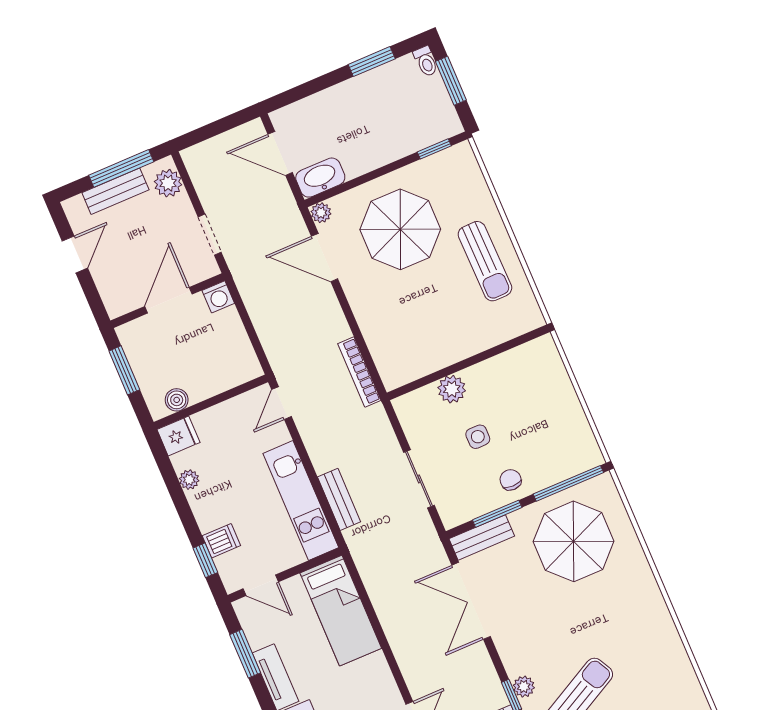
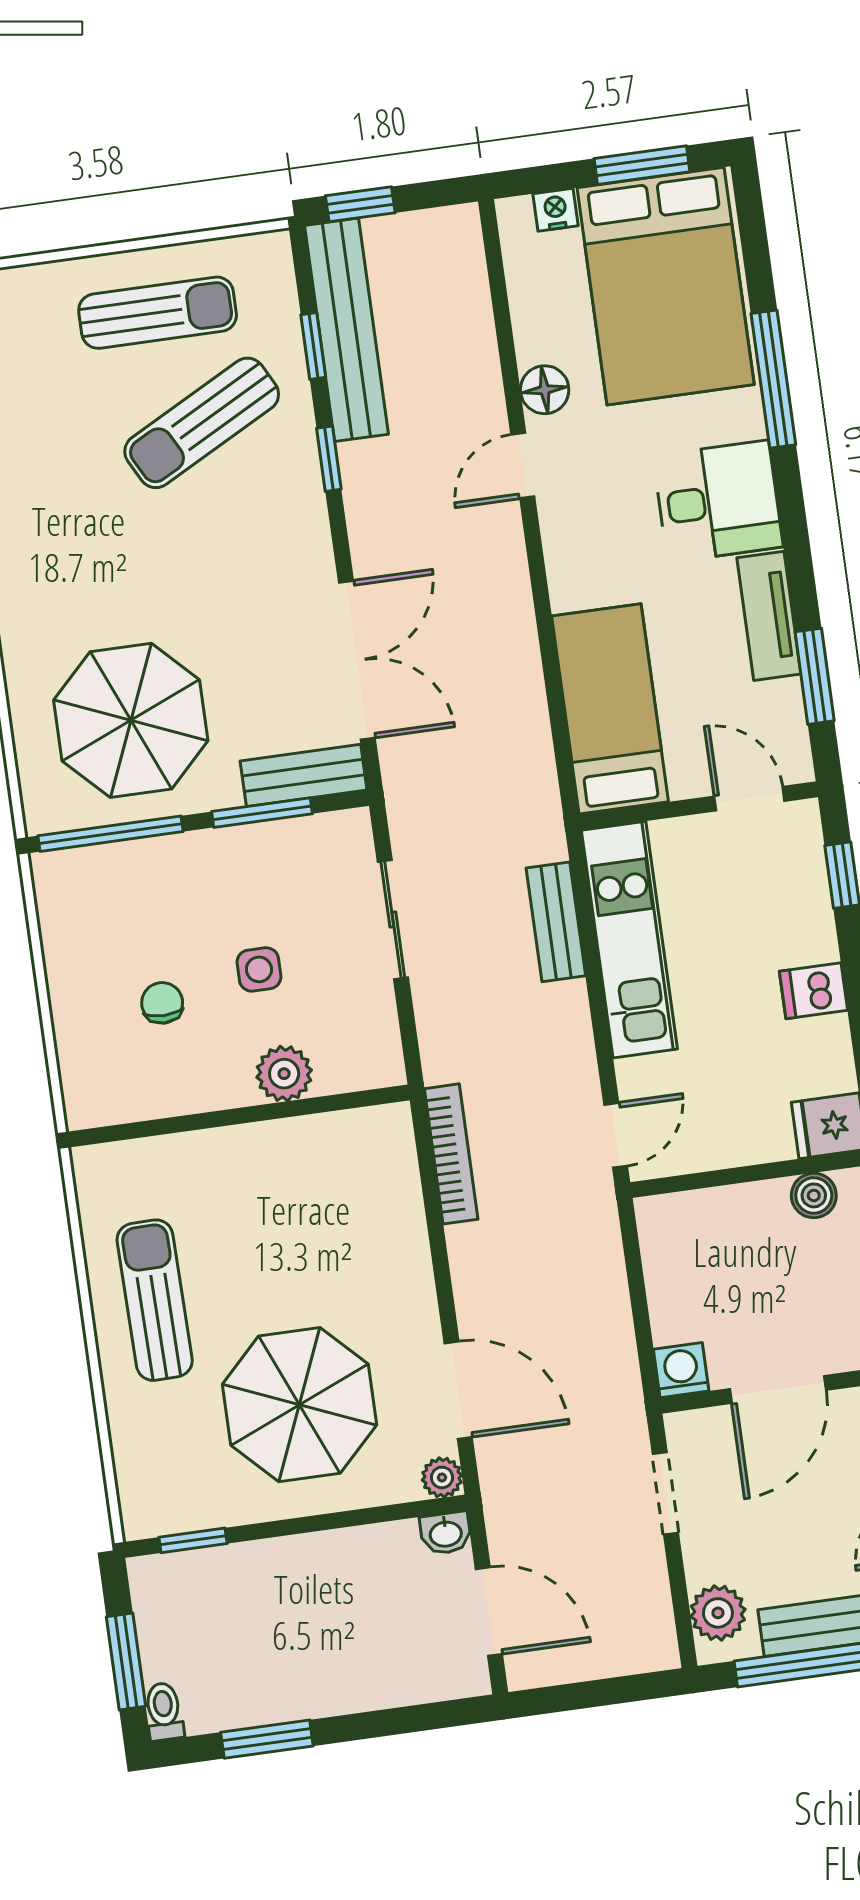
washbasin: (320, 178) -> (446, 1533), width x0.52, depth x0.69
plant: (189, 480) -> (831, 1037), removed
chair: (511, 480) -> (162, 1003), moved, turned 180
dishwasher: (221, 541) -> (813, 991), moved
plant: (524, 687) -> (301, 470), removed

